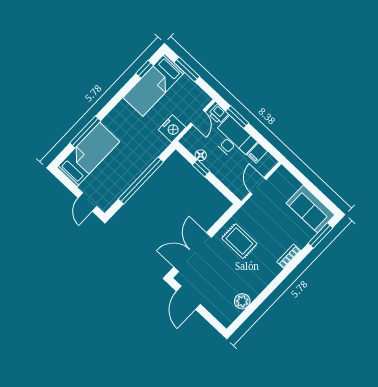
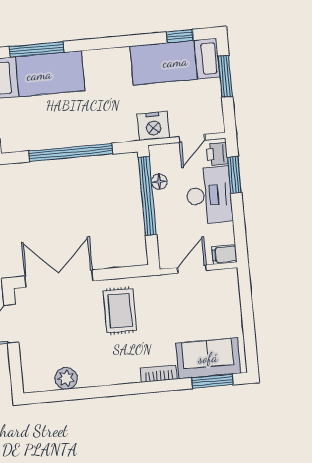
window: (85, 132) -> (37, 49), moved
filing cabinet: (257, 153) -> (224, 254), moved
window: (201, 168) -> (147, 196), width x3.17
sofa: (310, 209) -> (208, 358), moved, turned 90

